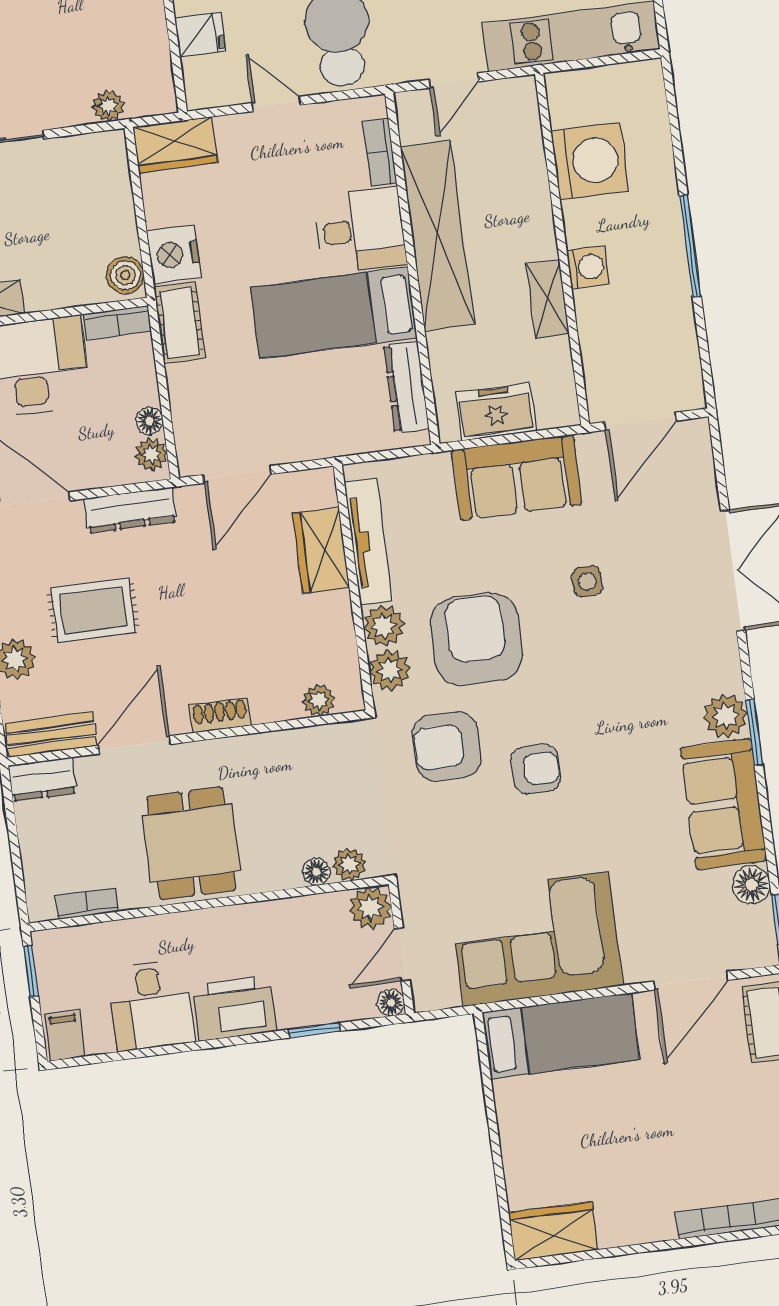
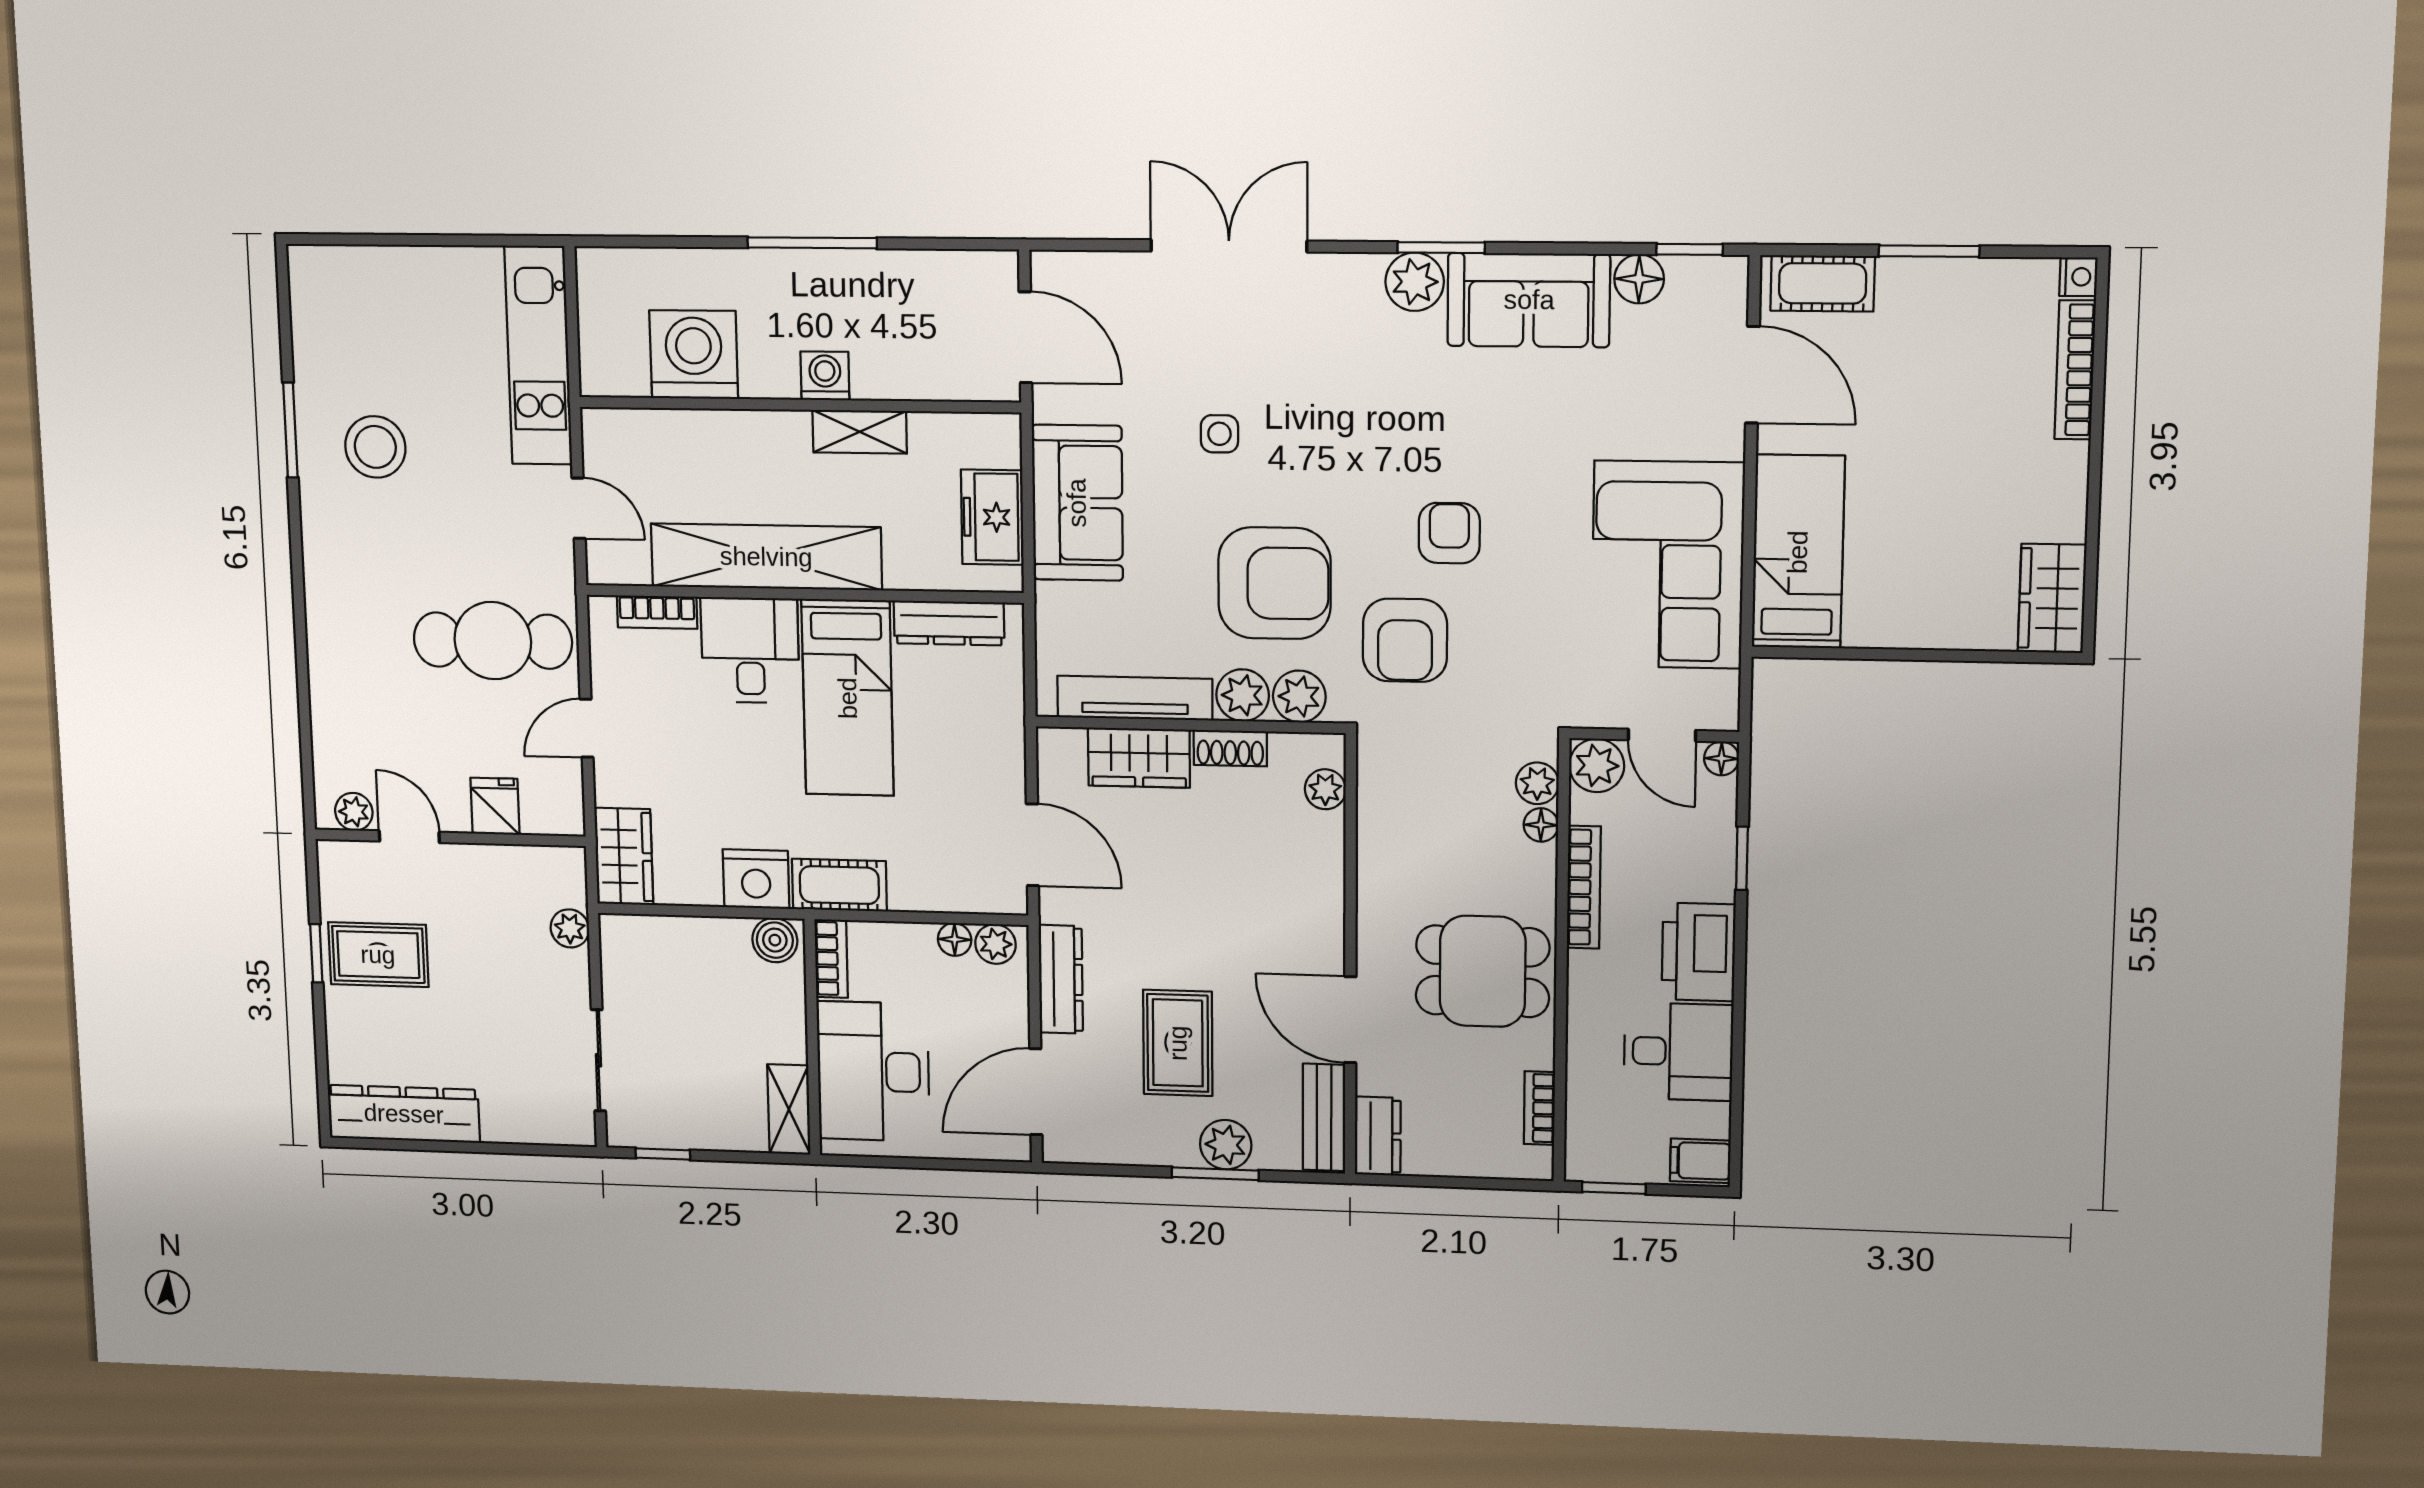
armchair: (476, 639) -> (1274, 583), turned 180
shoe rack: (220, 715) -> (1230, 748), moved, turned -90
bookcase: (272, 912) -> (1584, 887), added

